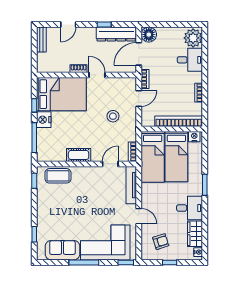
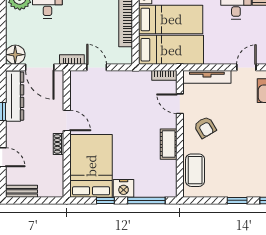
door: (97, 75) -> (67, 121), swing flipped
stool: (113, 116) -> (119, 100), removed
window: (34, 181) -> (237, 200), moved
armchair: (92, 184) -> (205, 127), added

